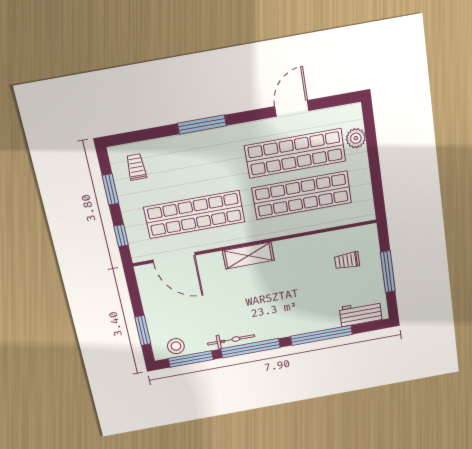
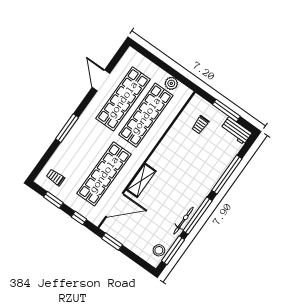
plant: (356, 138) -> (171, 83), moved
shelving: (248, 256) -> (141, 180), moved
workbench: (361, 313) -> (236, 131), moved, turned -90
window: (143, 330) -> (112, 242), moved

